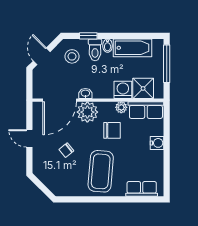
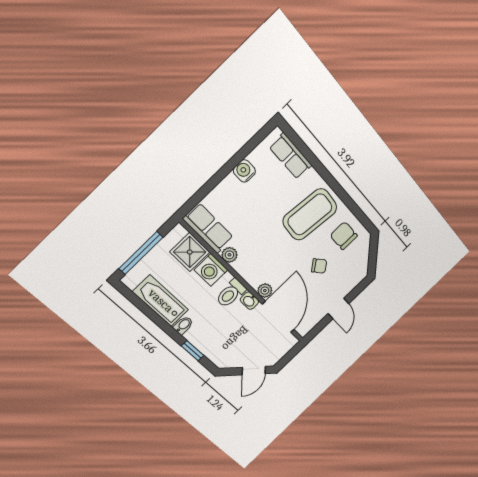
toilet: (95, 50) -> (231, 293), moved, turned 180
stool: (72, 56) -> (227, 346), removed
door: (60, 100) -> (278, 317), hinge flipped
plant: (87, 112) -> (265, 291), width x0.53, depth x0.53
chair: (112, 130) -> (344, 236), moved
water cooler: (157, 143) -> (244, 171), moved

